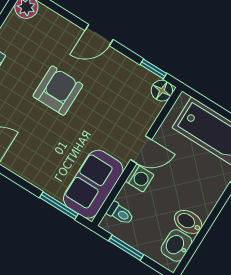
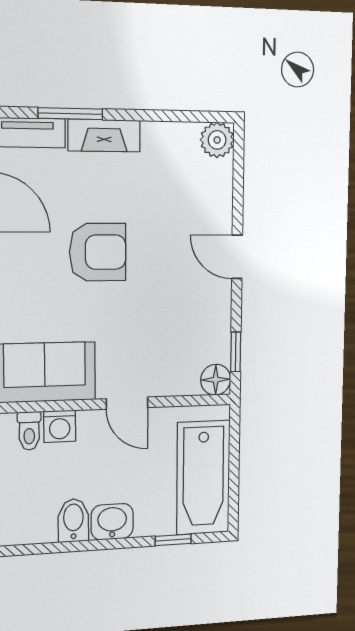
armchair: (58, 91) -> (98, 252), moved
washing machine: (140, 178) -> (60, 426), moved
washbasin: (176, 246) -> (112, 522), moved

